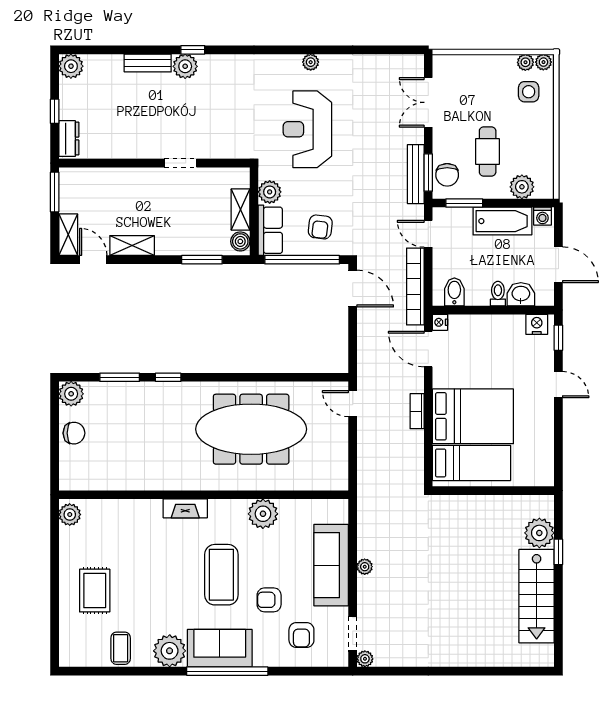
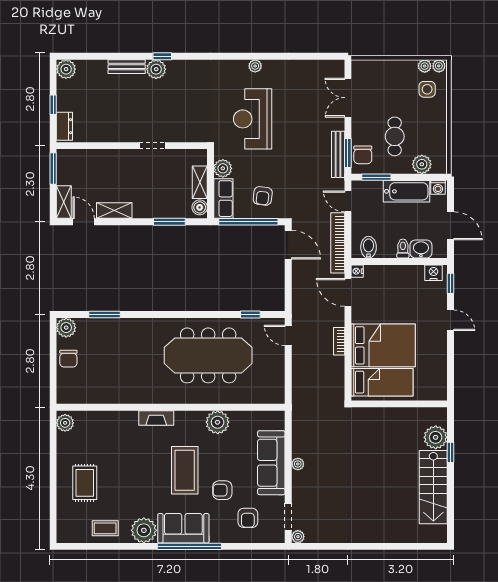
window: (168, 377) -> (250, 315), moved
chair: (74, 433) -> (68, 359), turned 90
coffee table: (121, 648) -> (105, 528), turned 90

